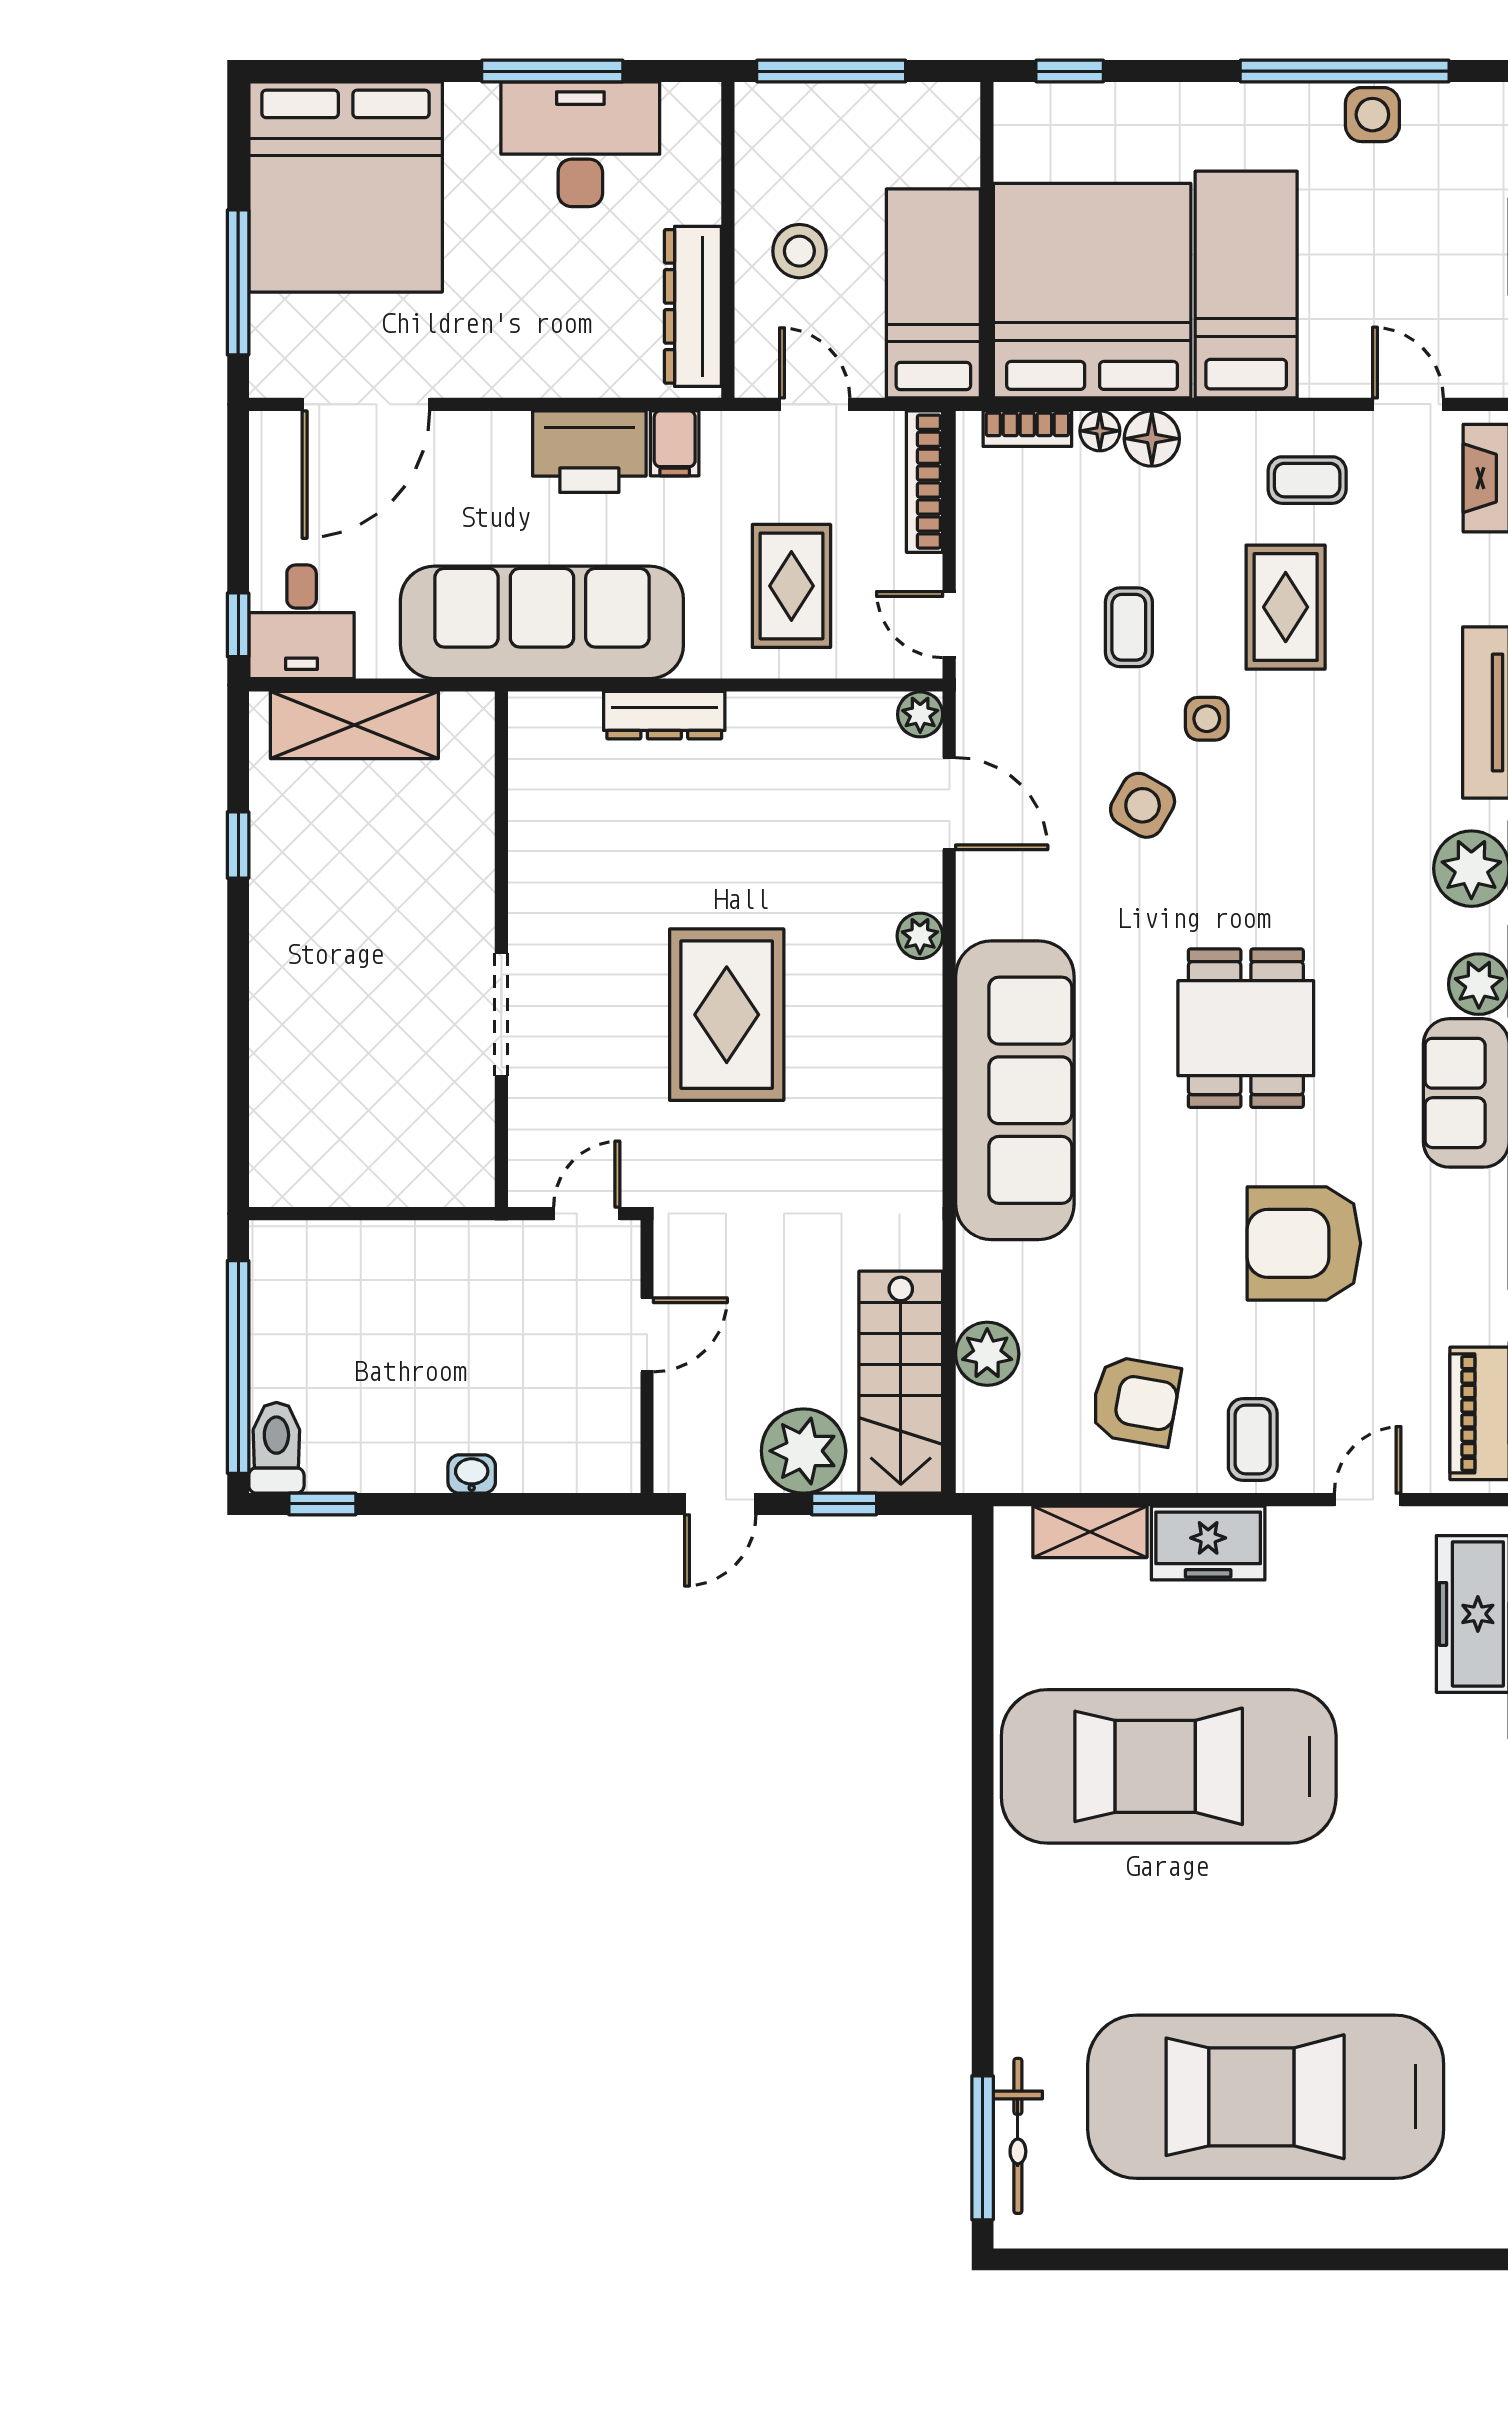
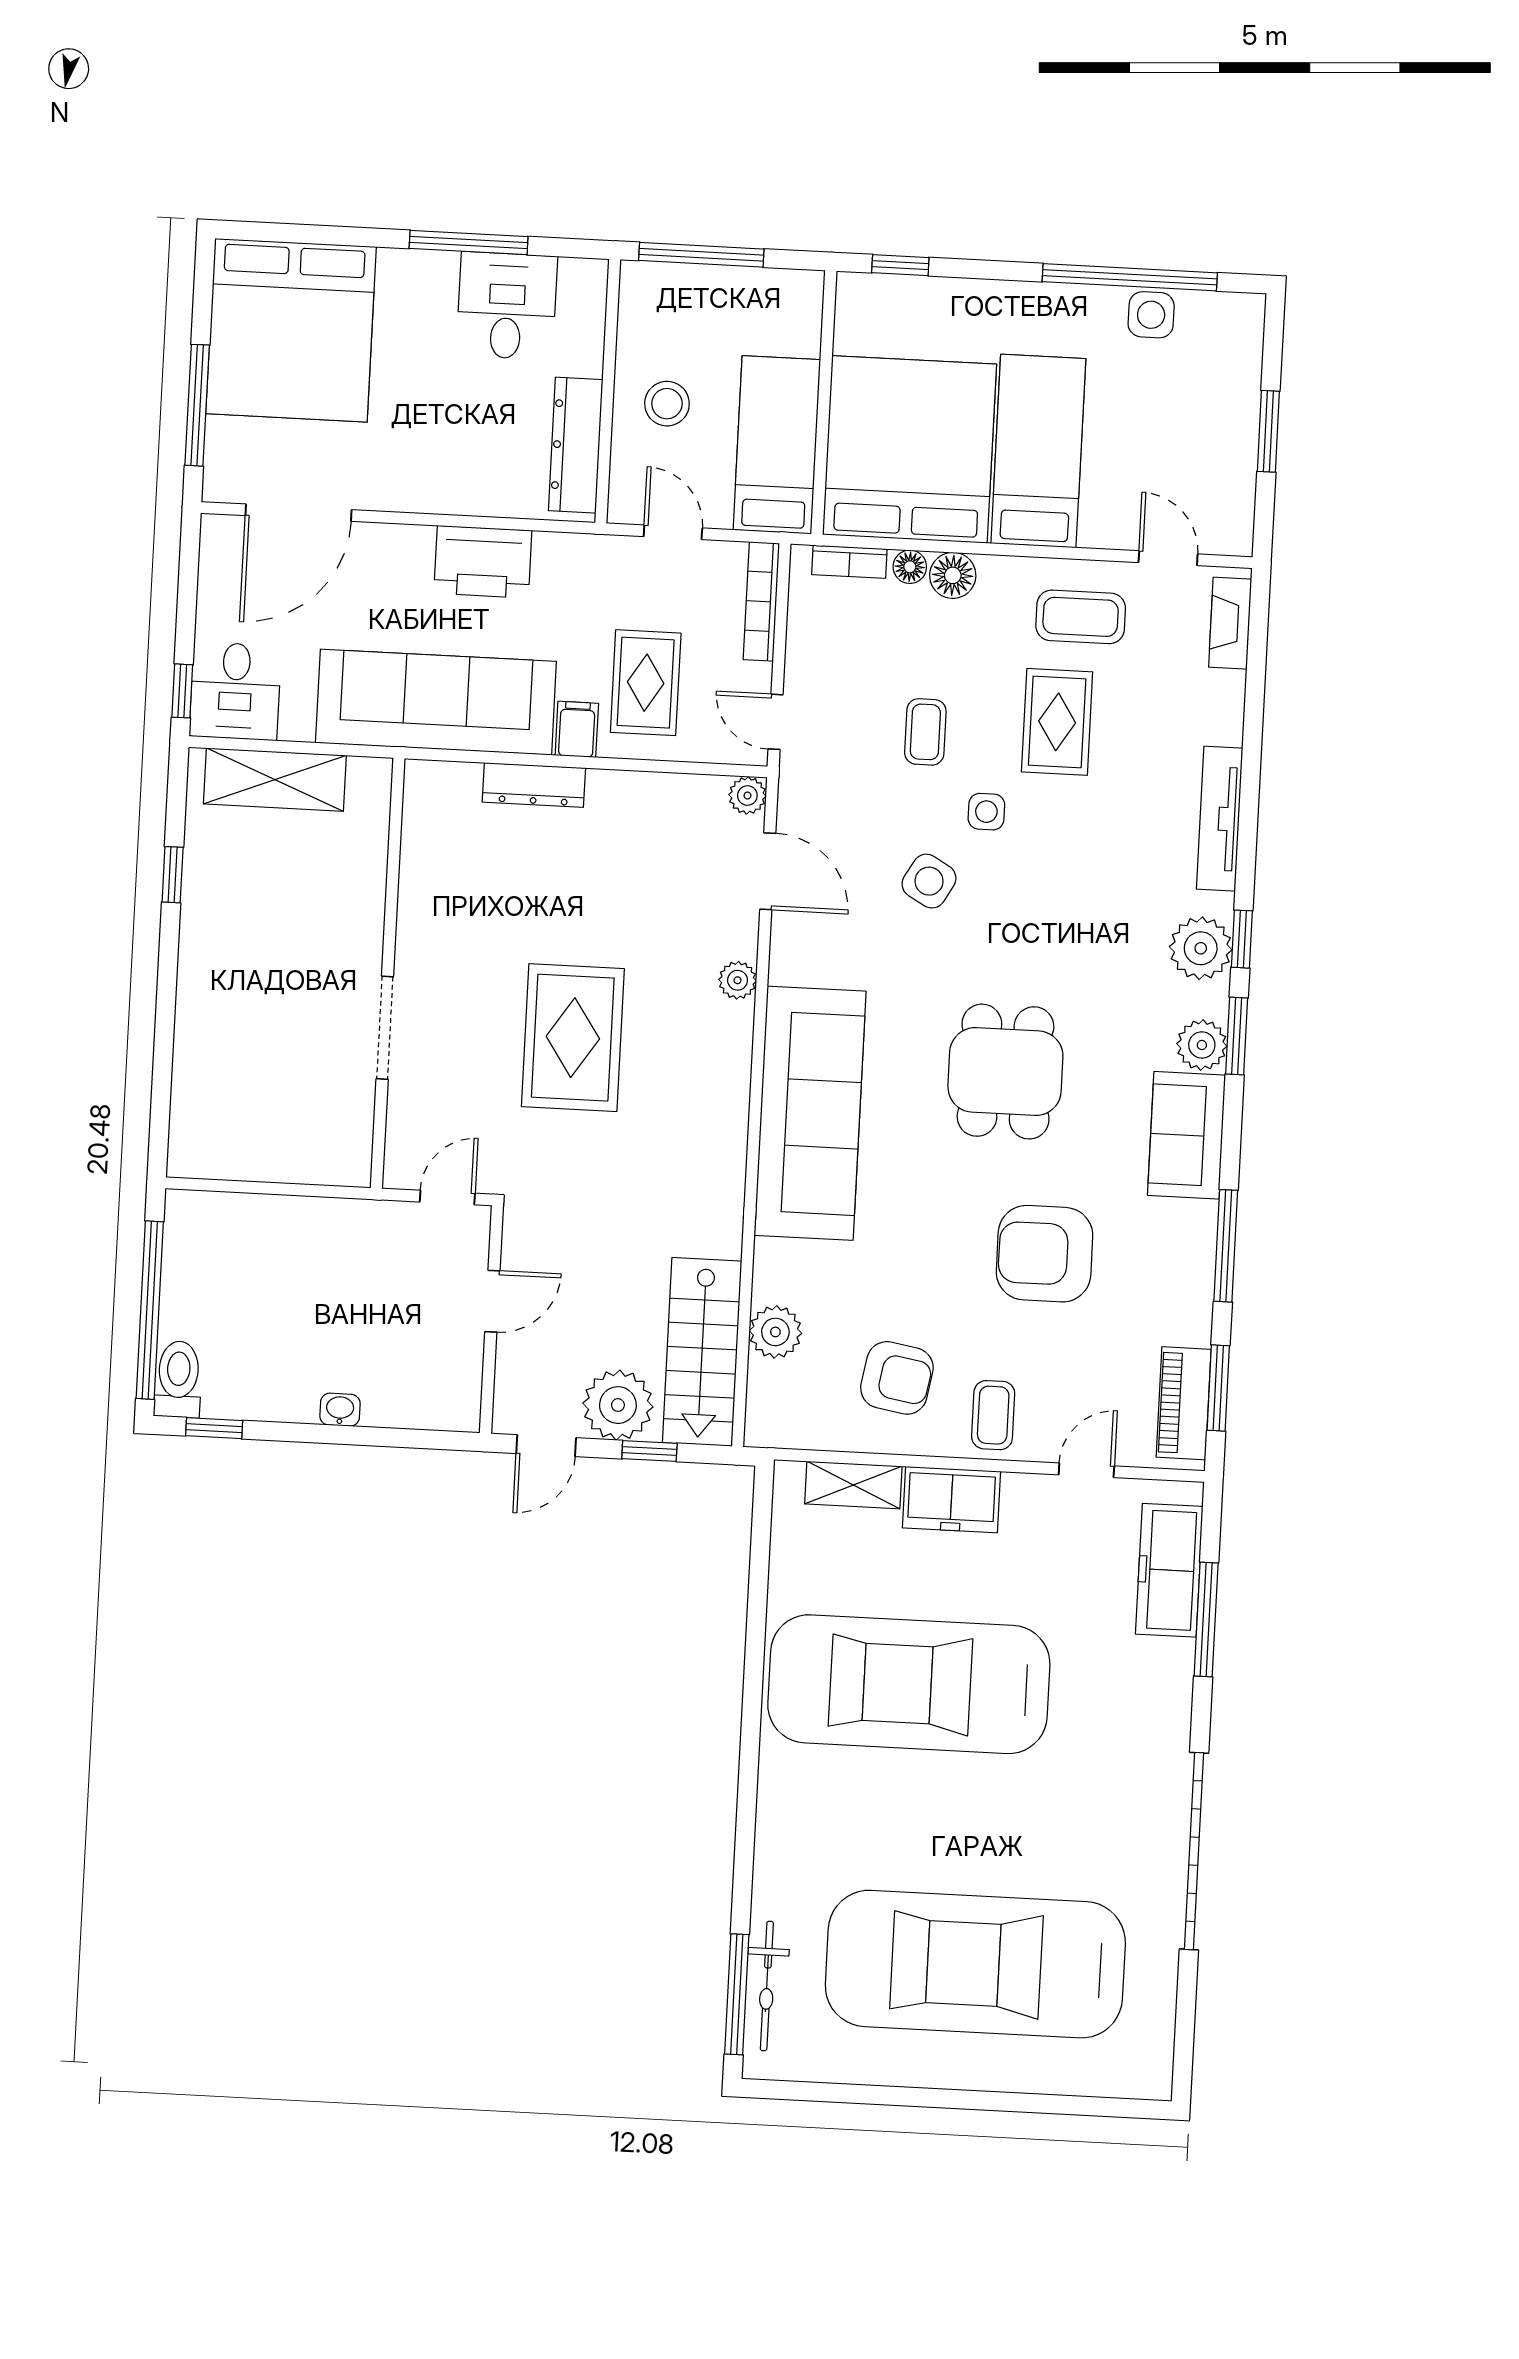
desk: (580, 144) -> (507, 306), width x0.73
filing cabinet: (675, 443) -> (577, 729), moved, turned 180
coffee table: (1307, 480) -> (1081, 617), width x1.36, depth x1.30

